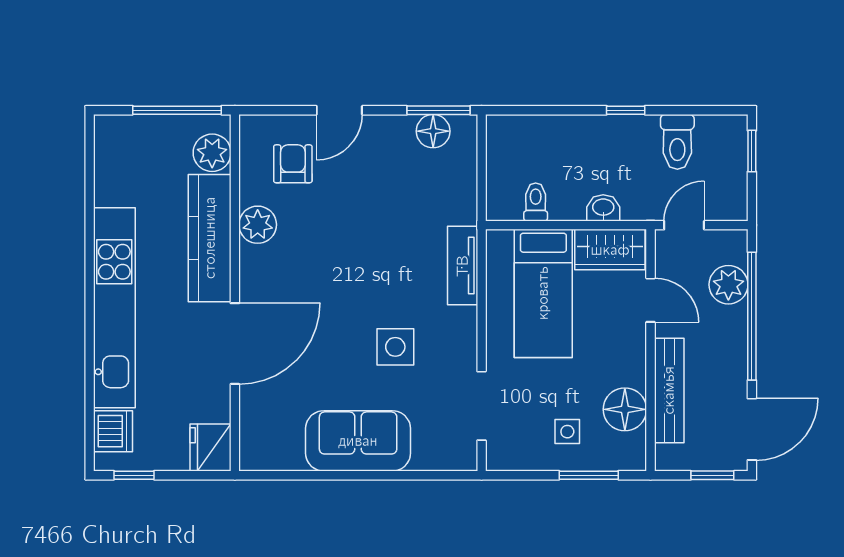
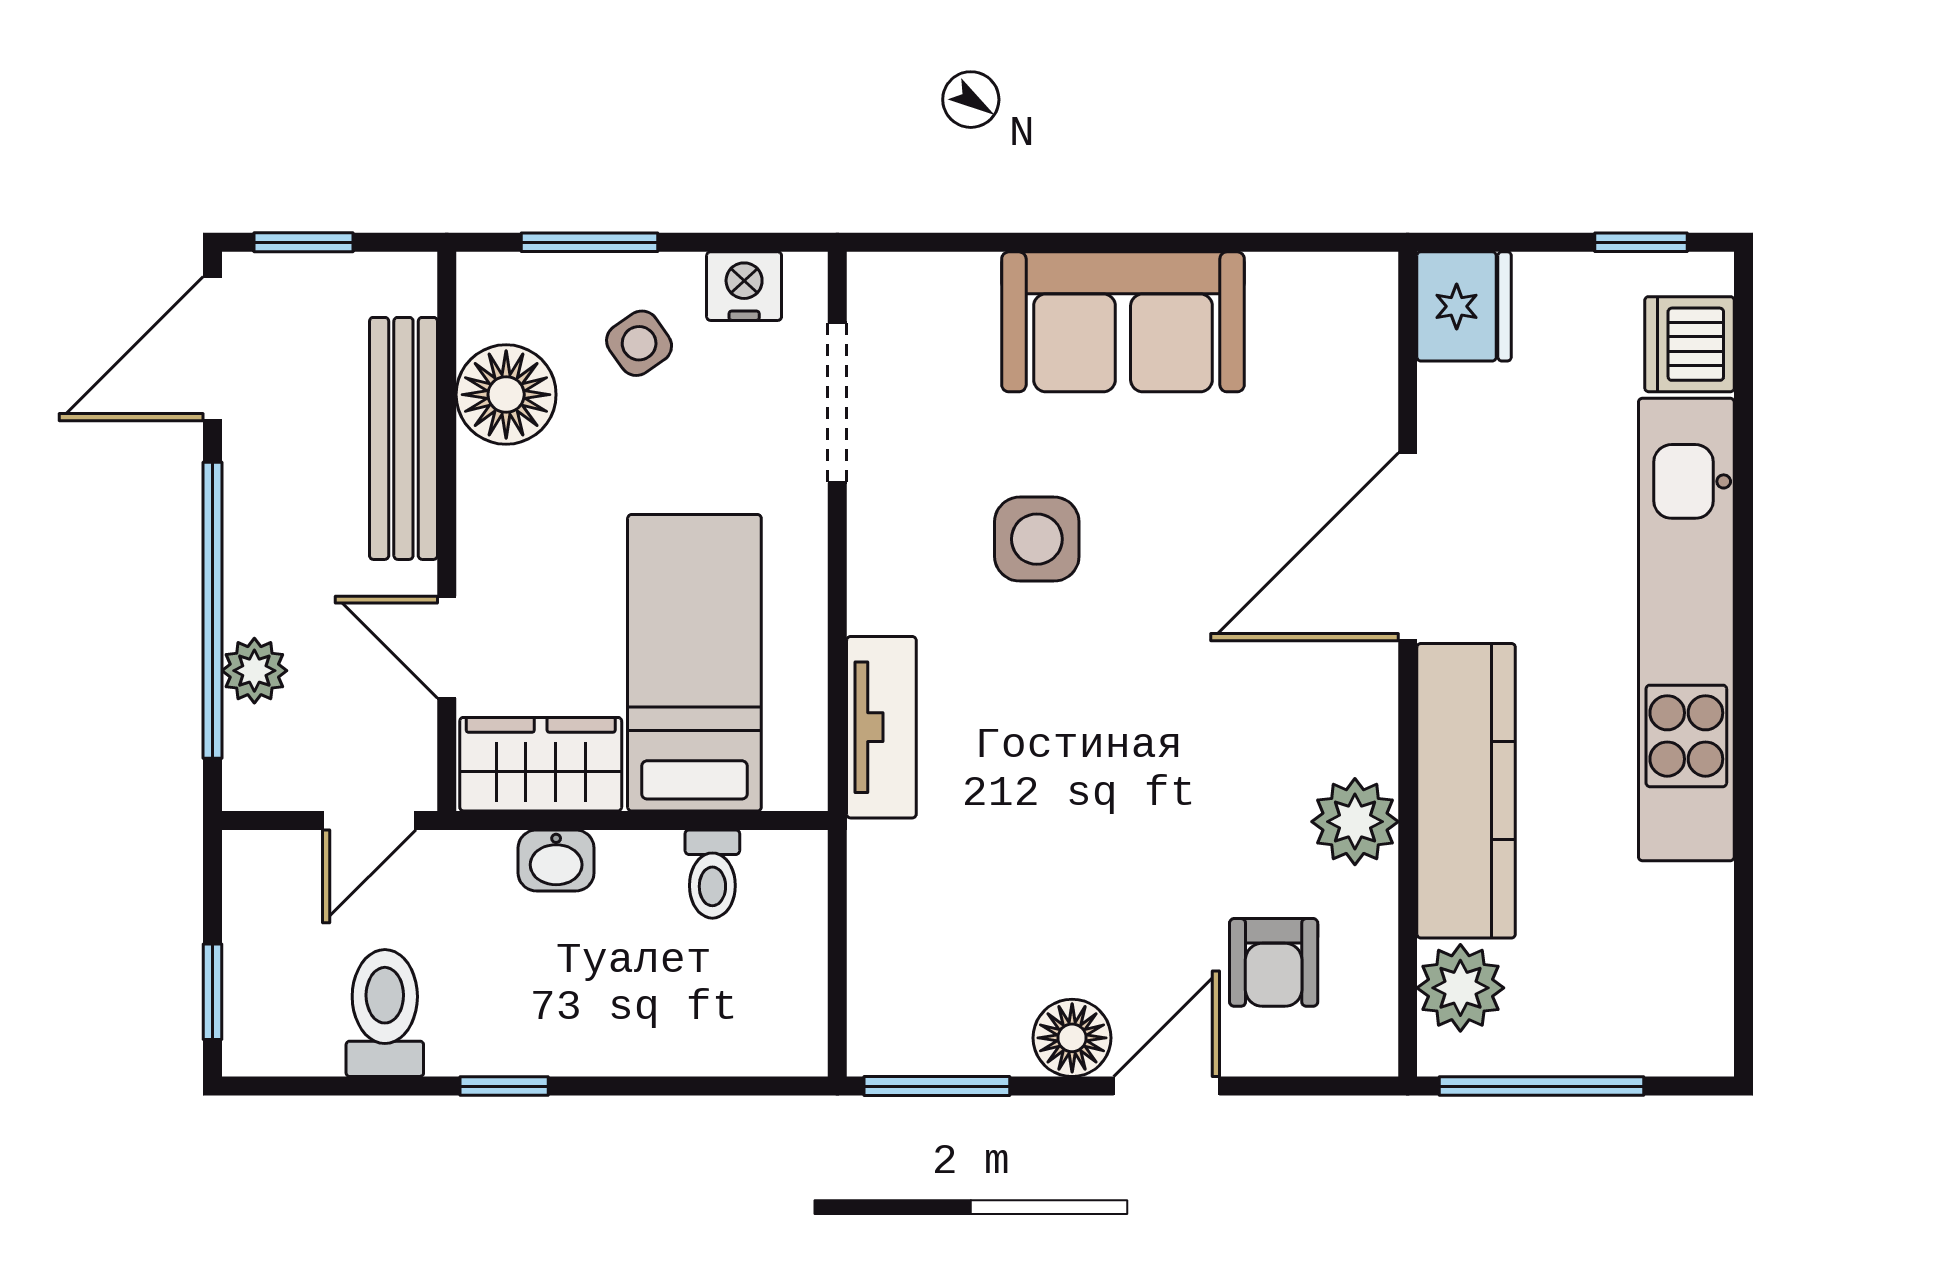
floor lamp: (433, 131) -> (1072, 1038), moved
plant: (728, 285) -> (254, 671), width x0.73, depth x0.73
side table: (567, 432) -> (639, 343), turned -35
nightstand: (522, 456) -> (744, 286), added

